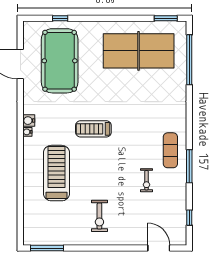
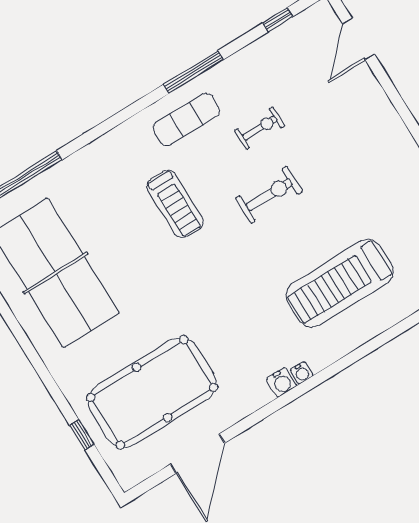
treadmill: (93, 129) -> (175, 204), moved
exercise bike: (99, 216) -> (269, 195), moved

